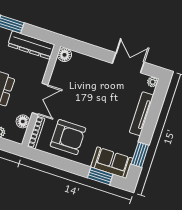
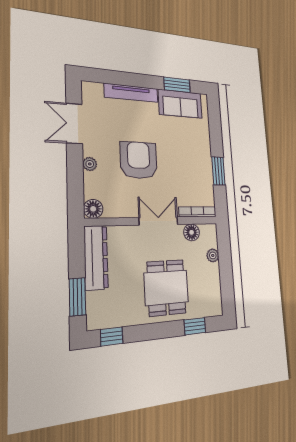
plant: (153, 82) -> (90, 164), moved
armchair: (68, 137) -> (139, 160), moved
sofa: (112, 163) -> (180, 104), moved, turned -90
window: (100, 176) -> (218, 171), moved

